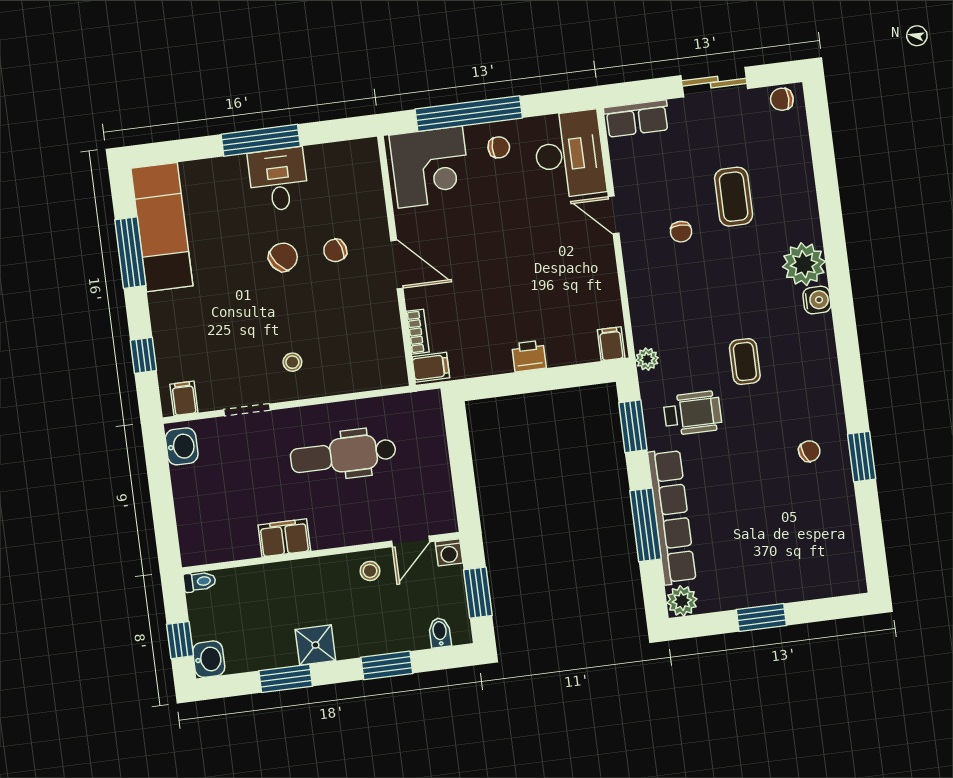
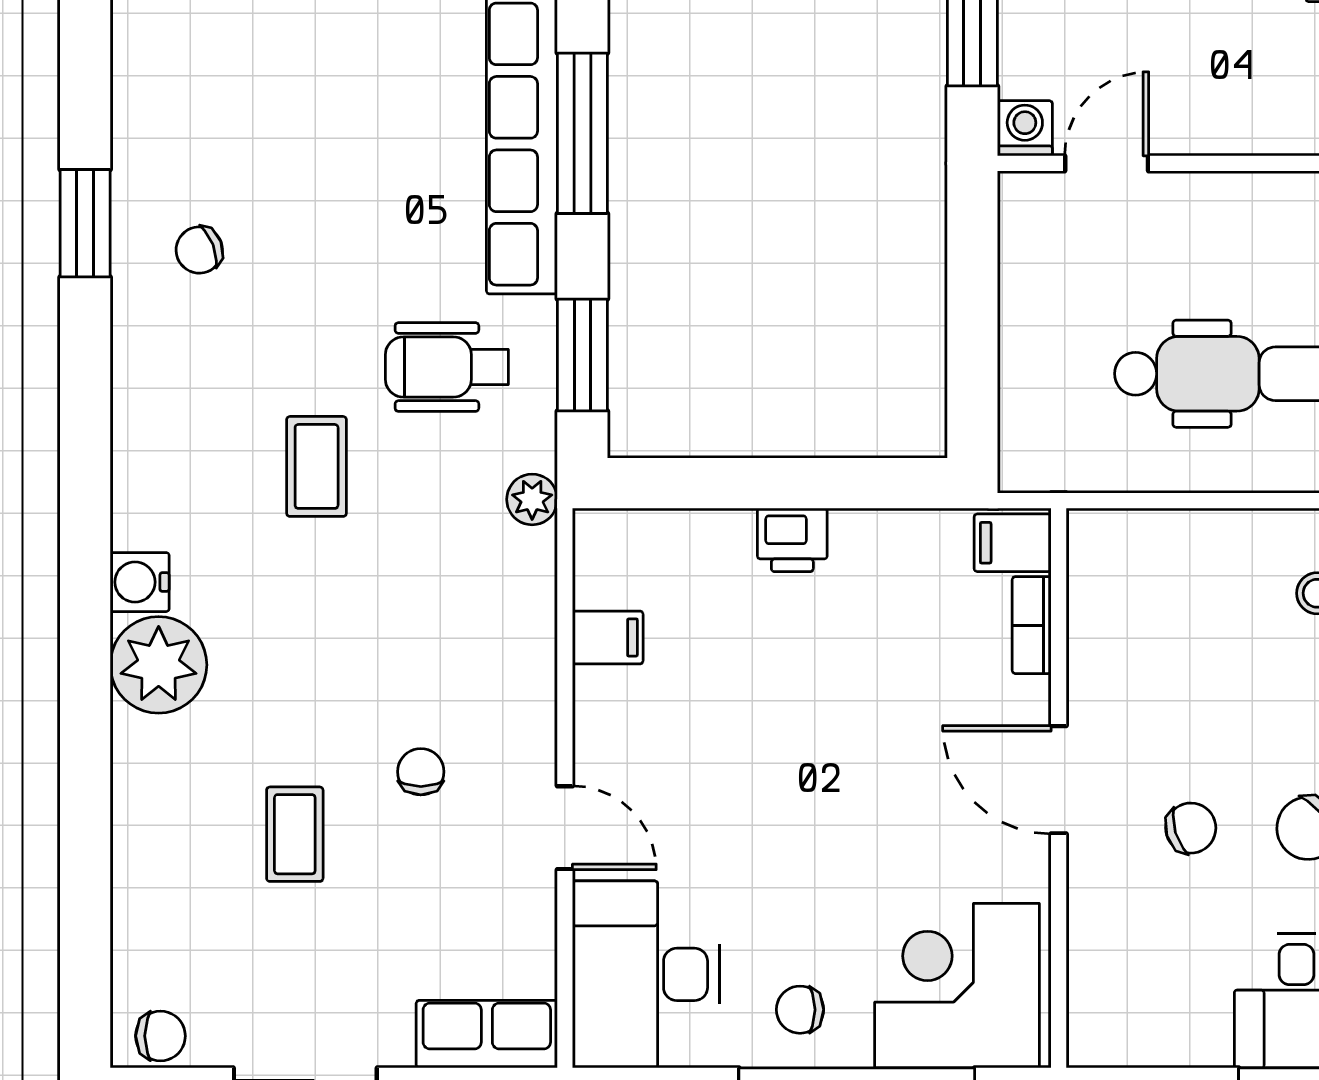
coffee table: (734, 197) -> (295, 834), width x0.73, depth x0.77
filing cabinet: (611, 344) -> (608, 637), moved, turned -90
stool: (370, 571) -> (1205, 110), removed

